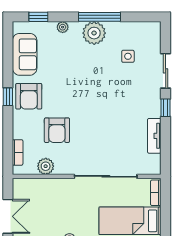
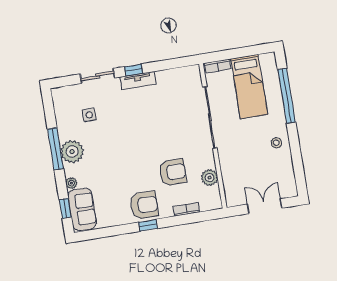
sofa: (25, 54) -> (82, 209), moved, turned 90
tv unit: (154, 136) -> (138, 81), moved
bookcase: (18, 152) -> (186, 209), moved

